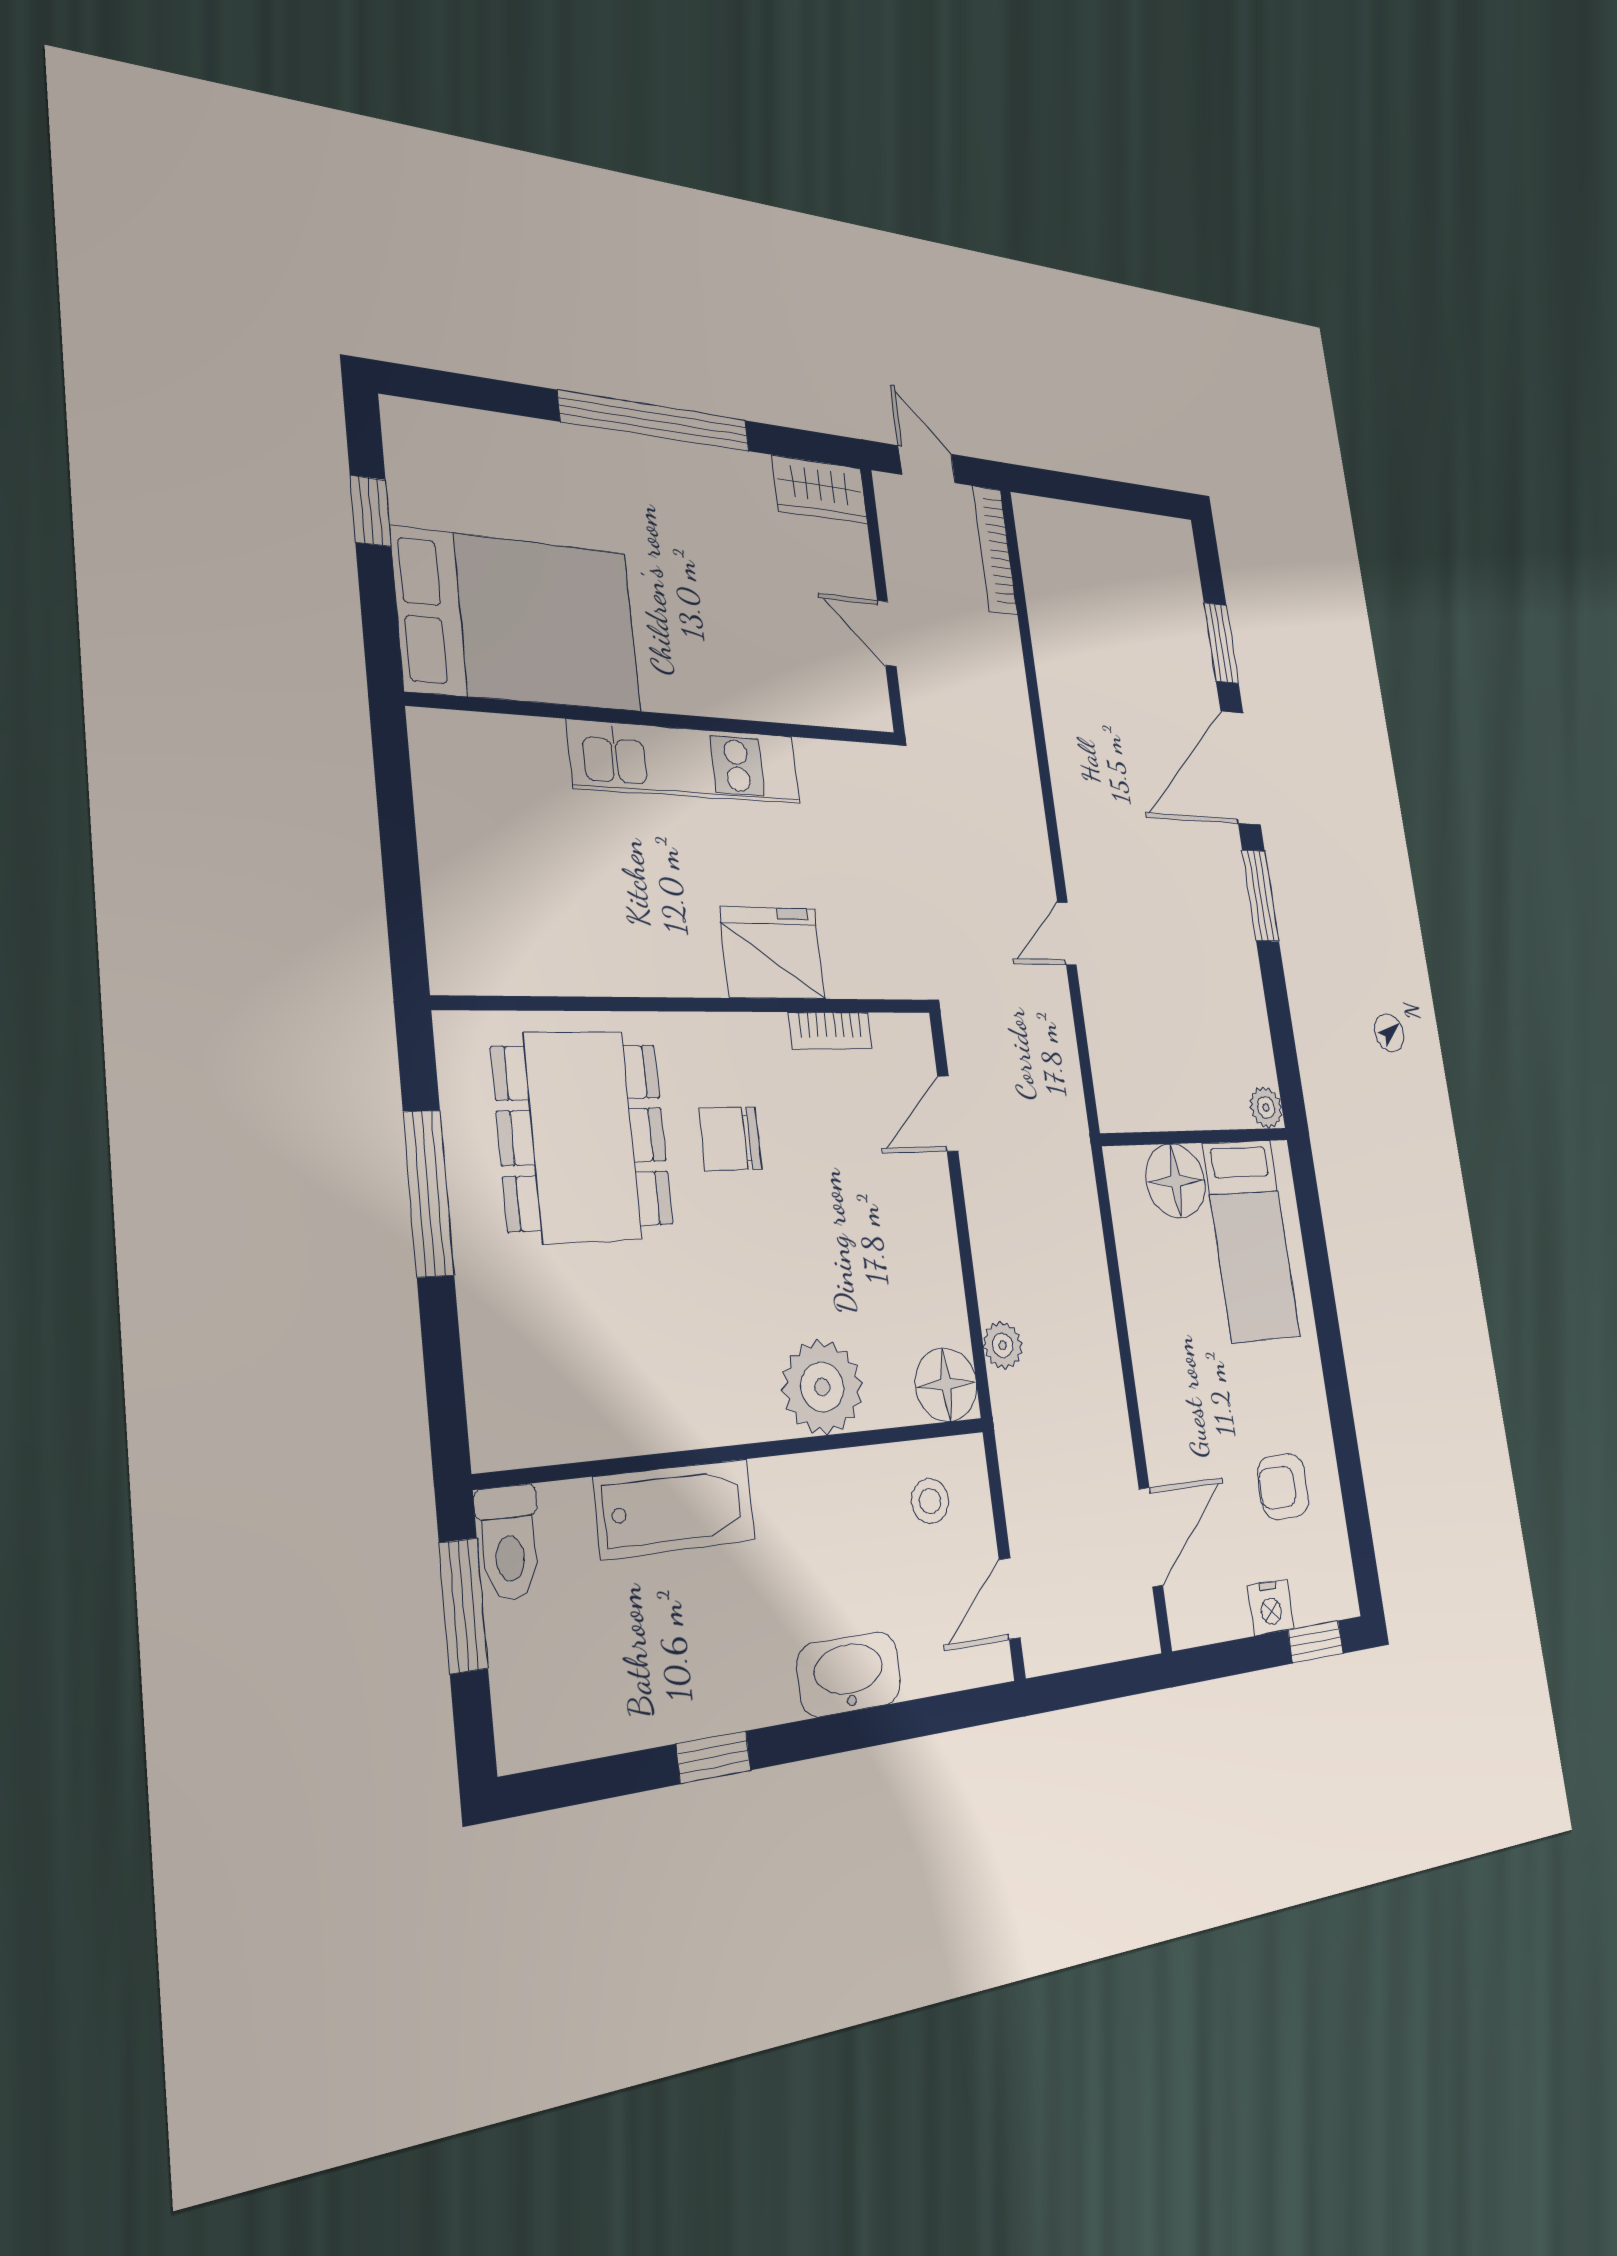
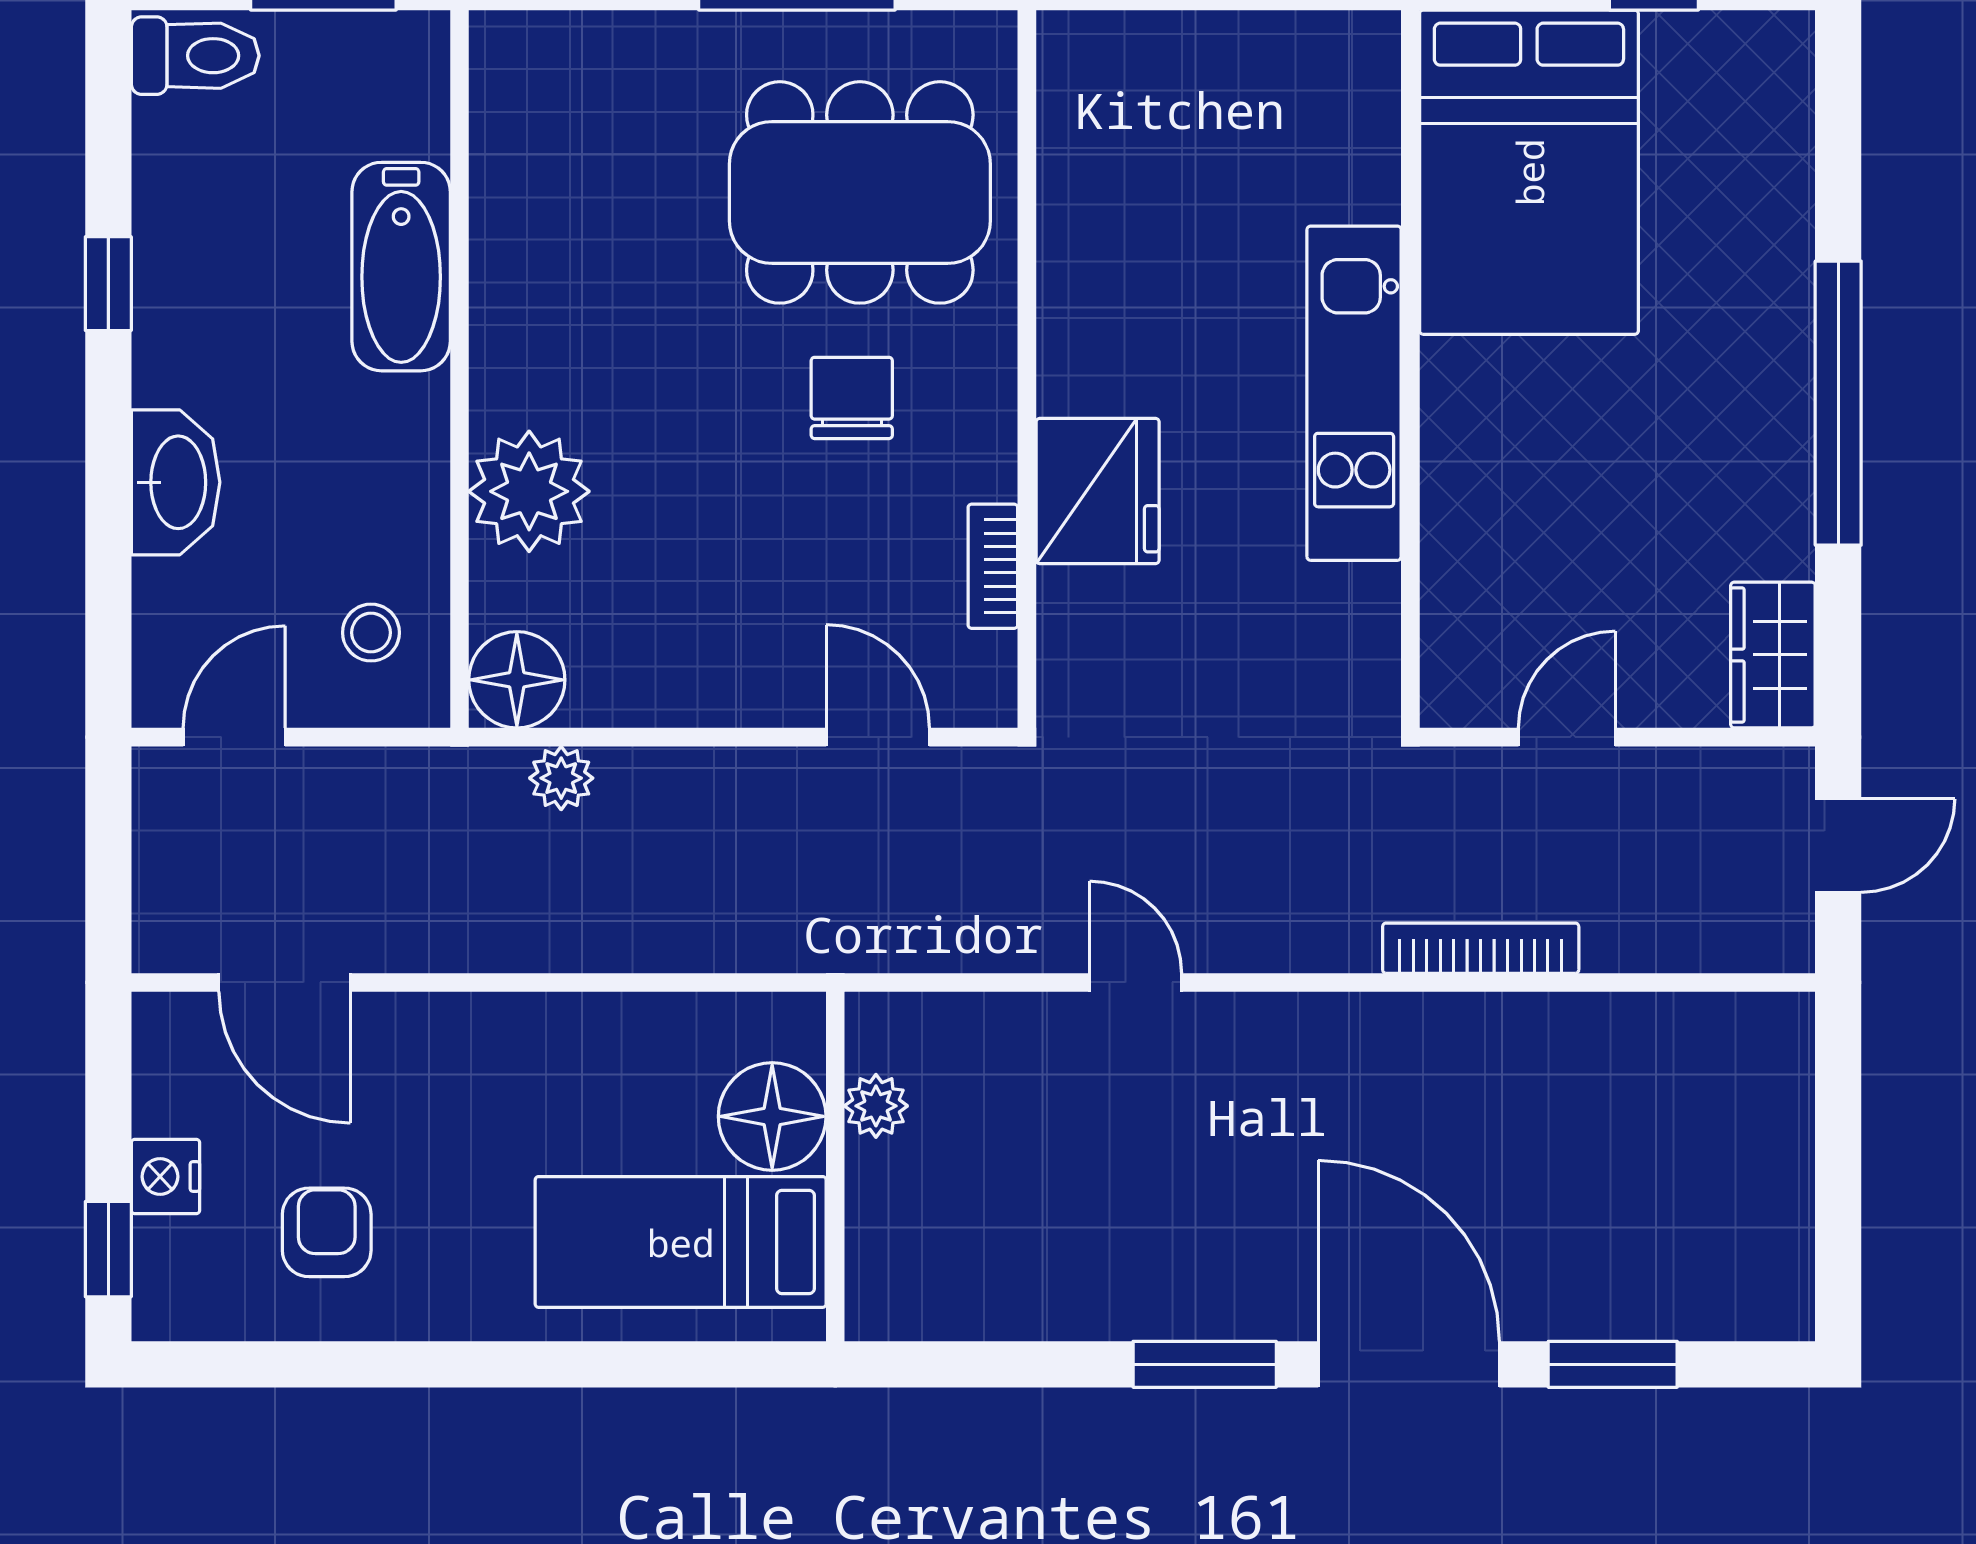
bookcase: (995, 550) -> (1481, 948), moved
plant: (1266, 1108) -> (876, 1106), moved
toilet: (509, 1543) -> (195, 56), moved, turned 180
door: (1010, 1599) -> (234, 737), hinge flipped

